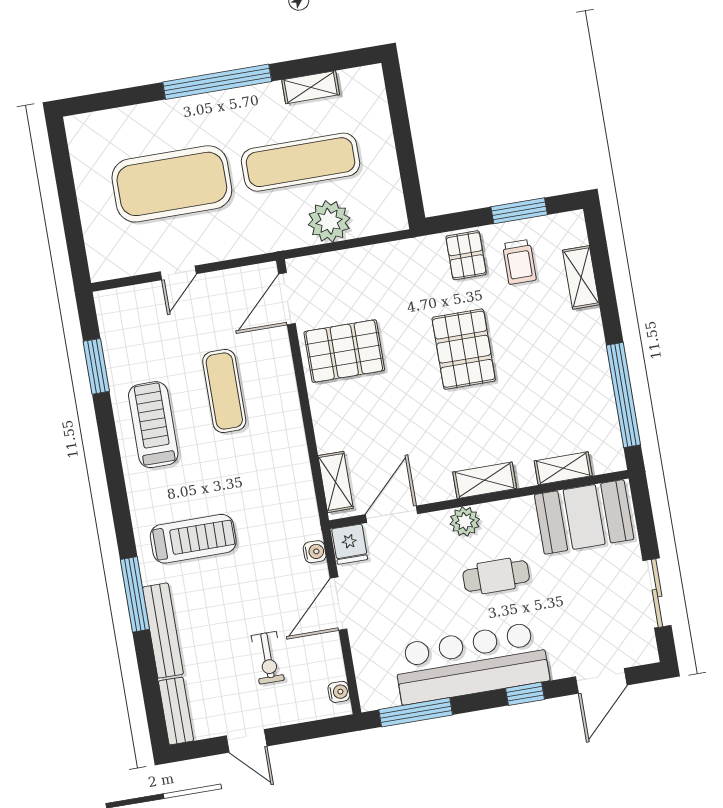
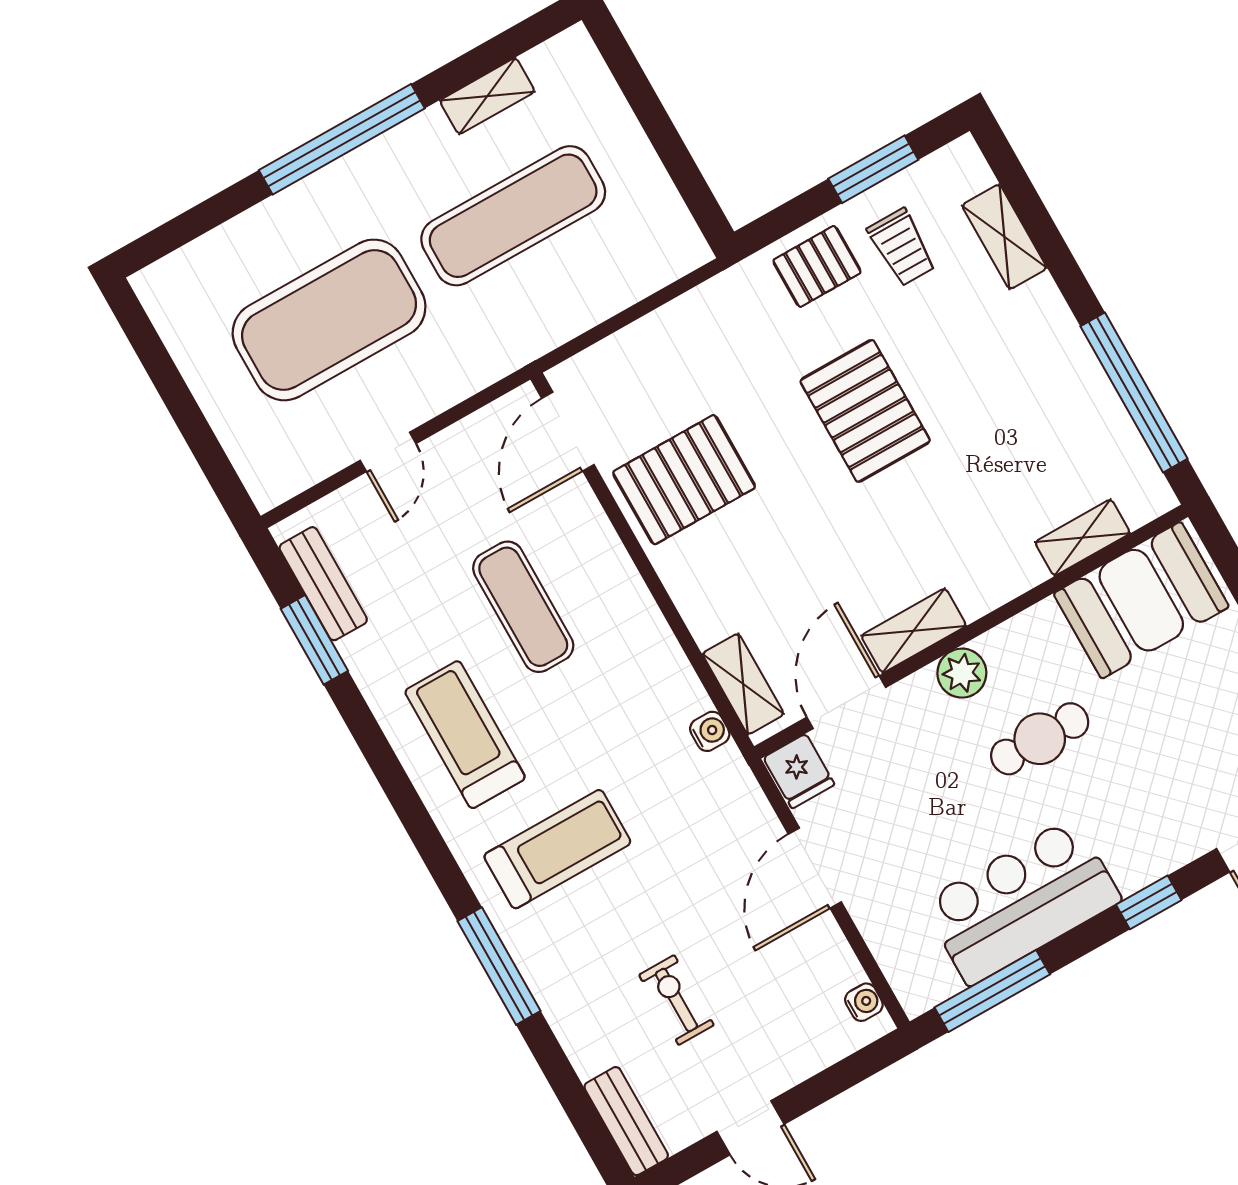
plant: (329, 221) -> (589, 290), removed
pallet: (466, 255) -> (817, 266), turned 90
treadmill: (153, 425) -> (465, 735), moved
shelving: (485, 480) -> (914, 631), moved
water cooler: (315, 552) -> (710, 731), moved
bench: (163, 631) -> (323, 584), moved, width x0.73
exercise bike: (268, 658) -> (676, 1000), moved, turned 180
bar counter: (471, 663) -> (1022, 901), width x0.73

